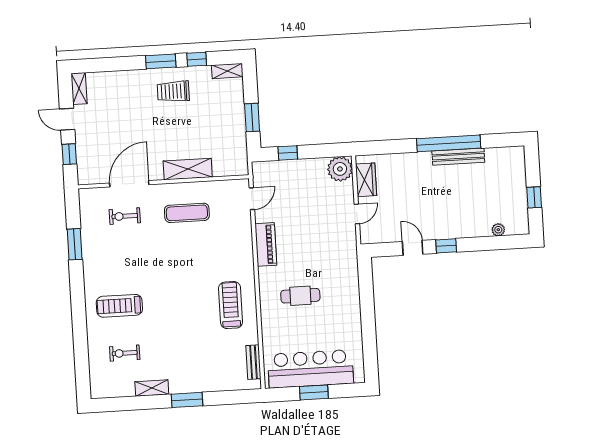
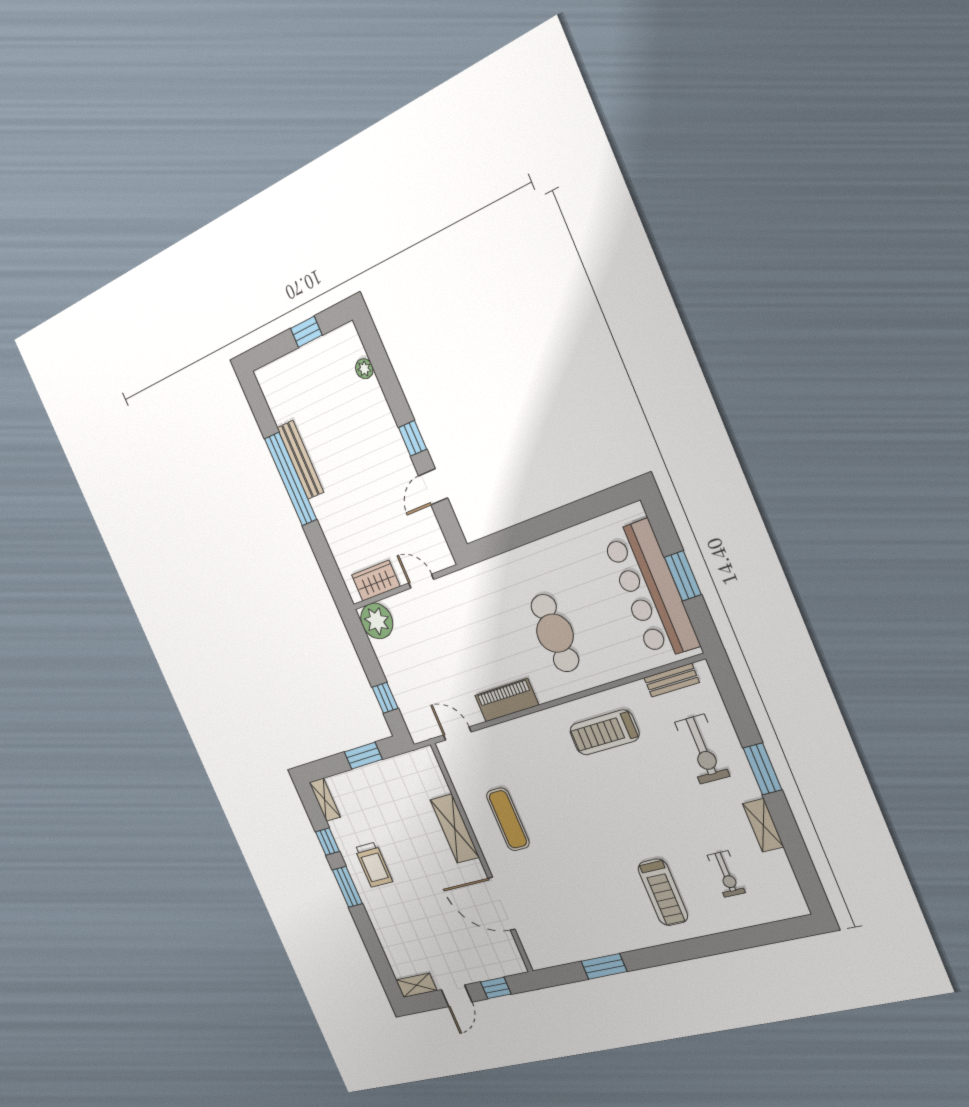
exercise bike: (125, 216) -> (702, 749), moved, width x1.38, depth x1.39
cafe table: (300, 296) -> (555, 633), width x1.37, depth x1.35

